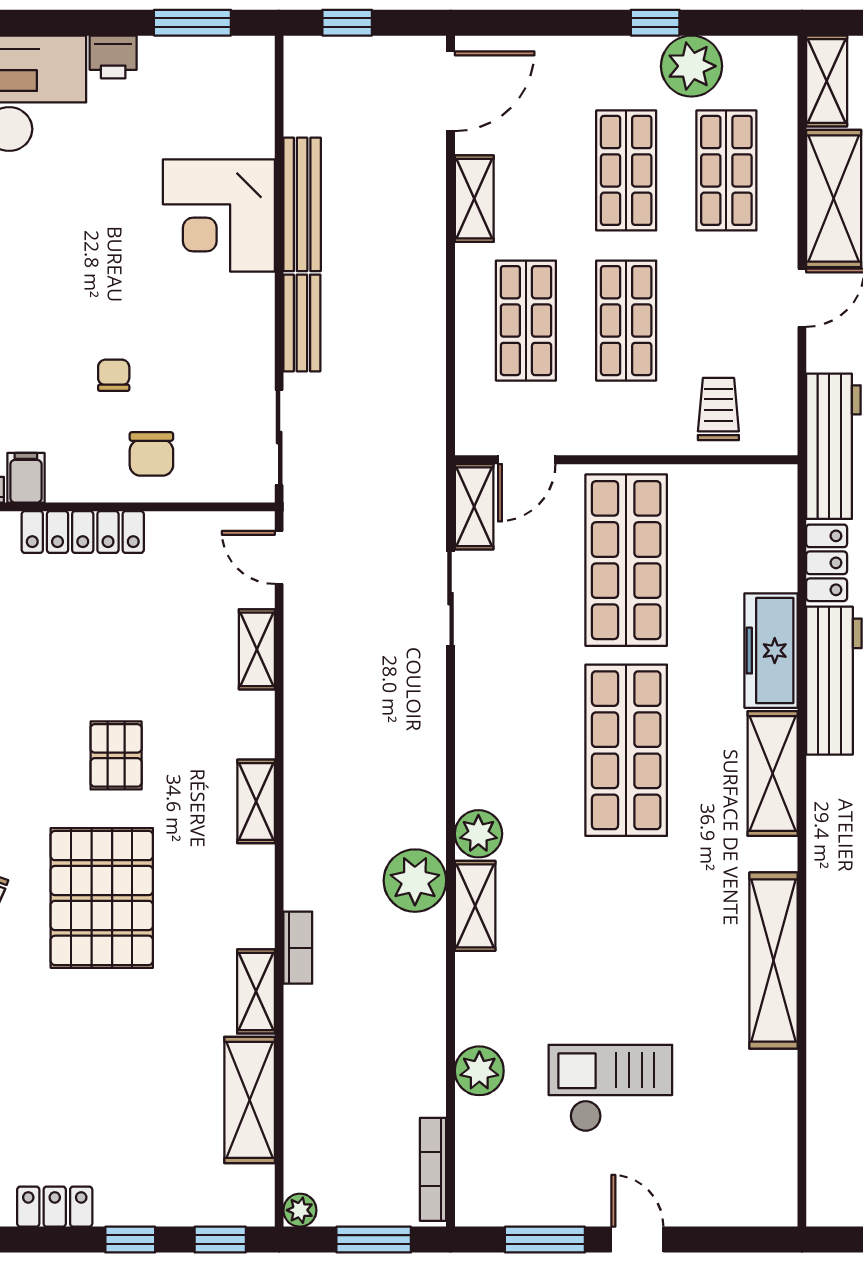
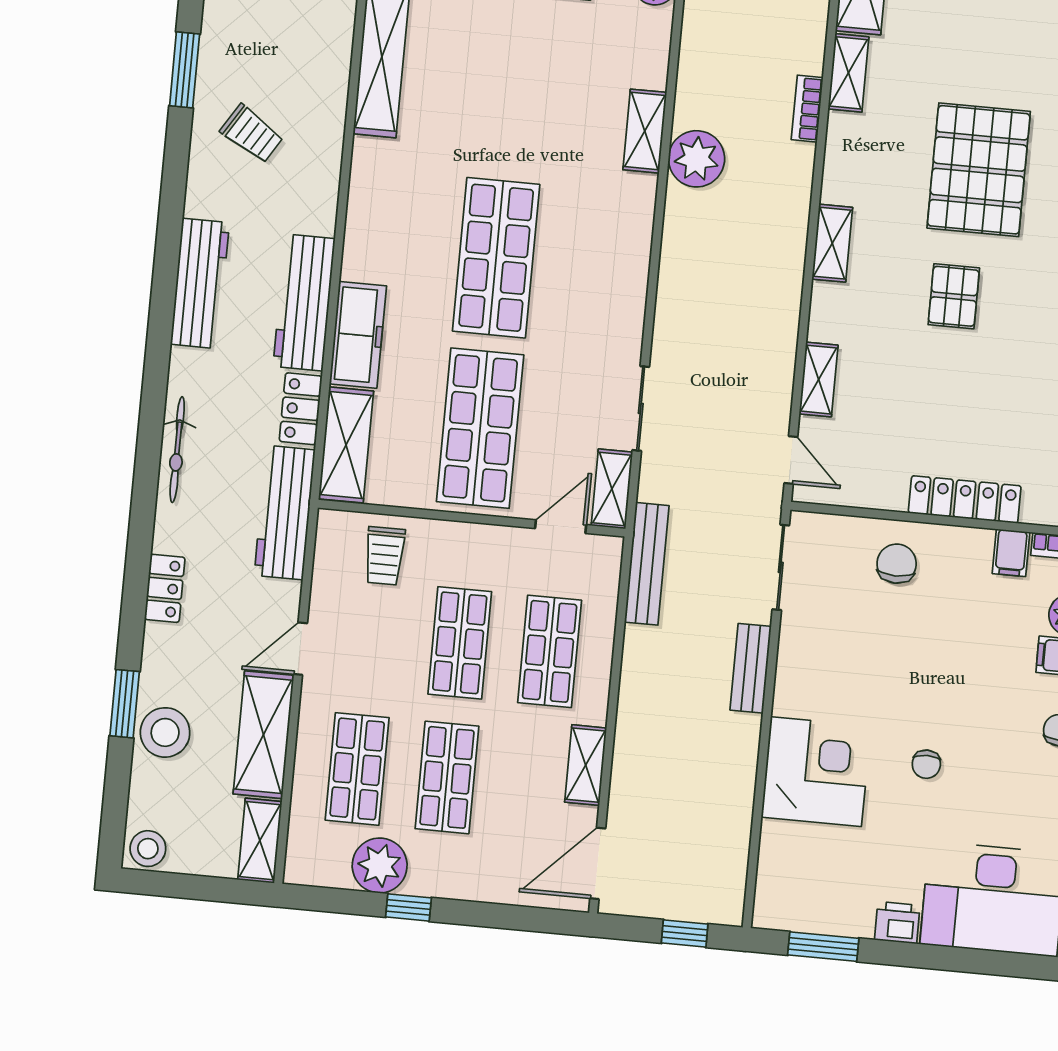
bench: (302, 204) -> (647, 564), moved
chair: (114, 375) -> (926, 764), moved
shelving: (773, 774) -> (346, 445), moved
plant: (478, 834) -> (636, 195), removed

